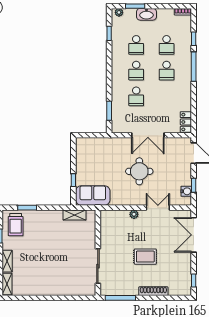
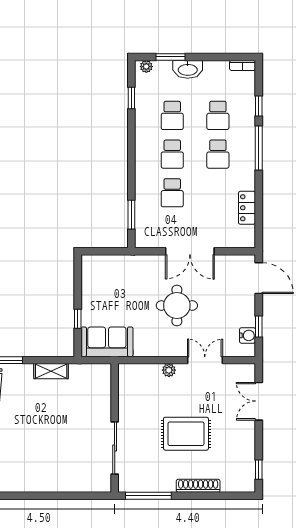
locker: (186, 122) -> (247, 208), moved
shelving: (75, 215) -> (51, 371), moved
double door: (194, 235) -> (259, 401), width x0.73
rug: (145, 257) -> (186, 434), width x1.36, depth x1.43

